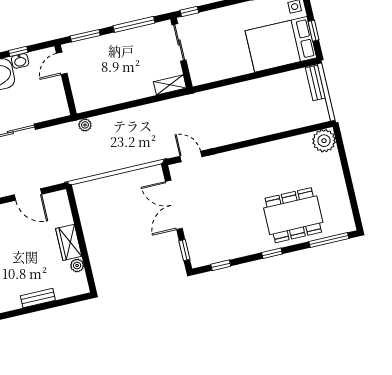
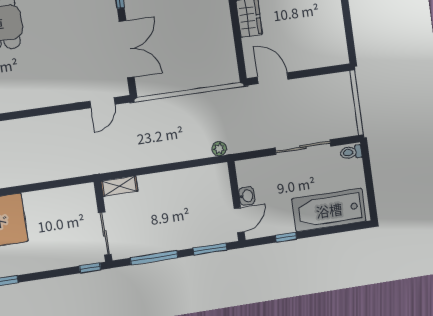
washbasin: (20, 61) -> (247, 196), moved, turned 90
door: (191, 157) -> (102, 103), hinge flipped
door: (28, 194) -> (273, 78), moved

